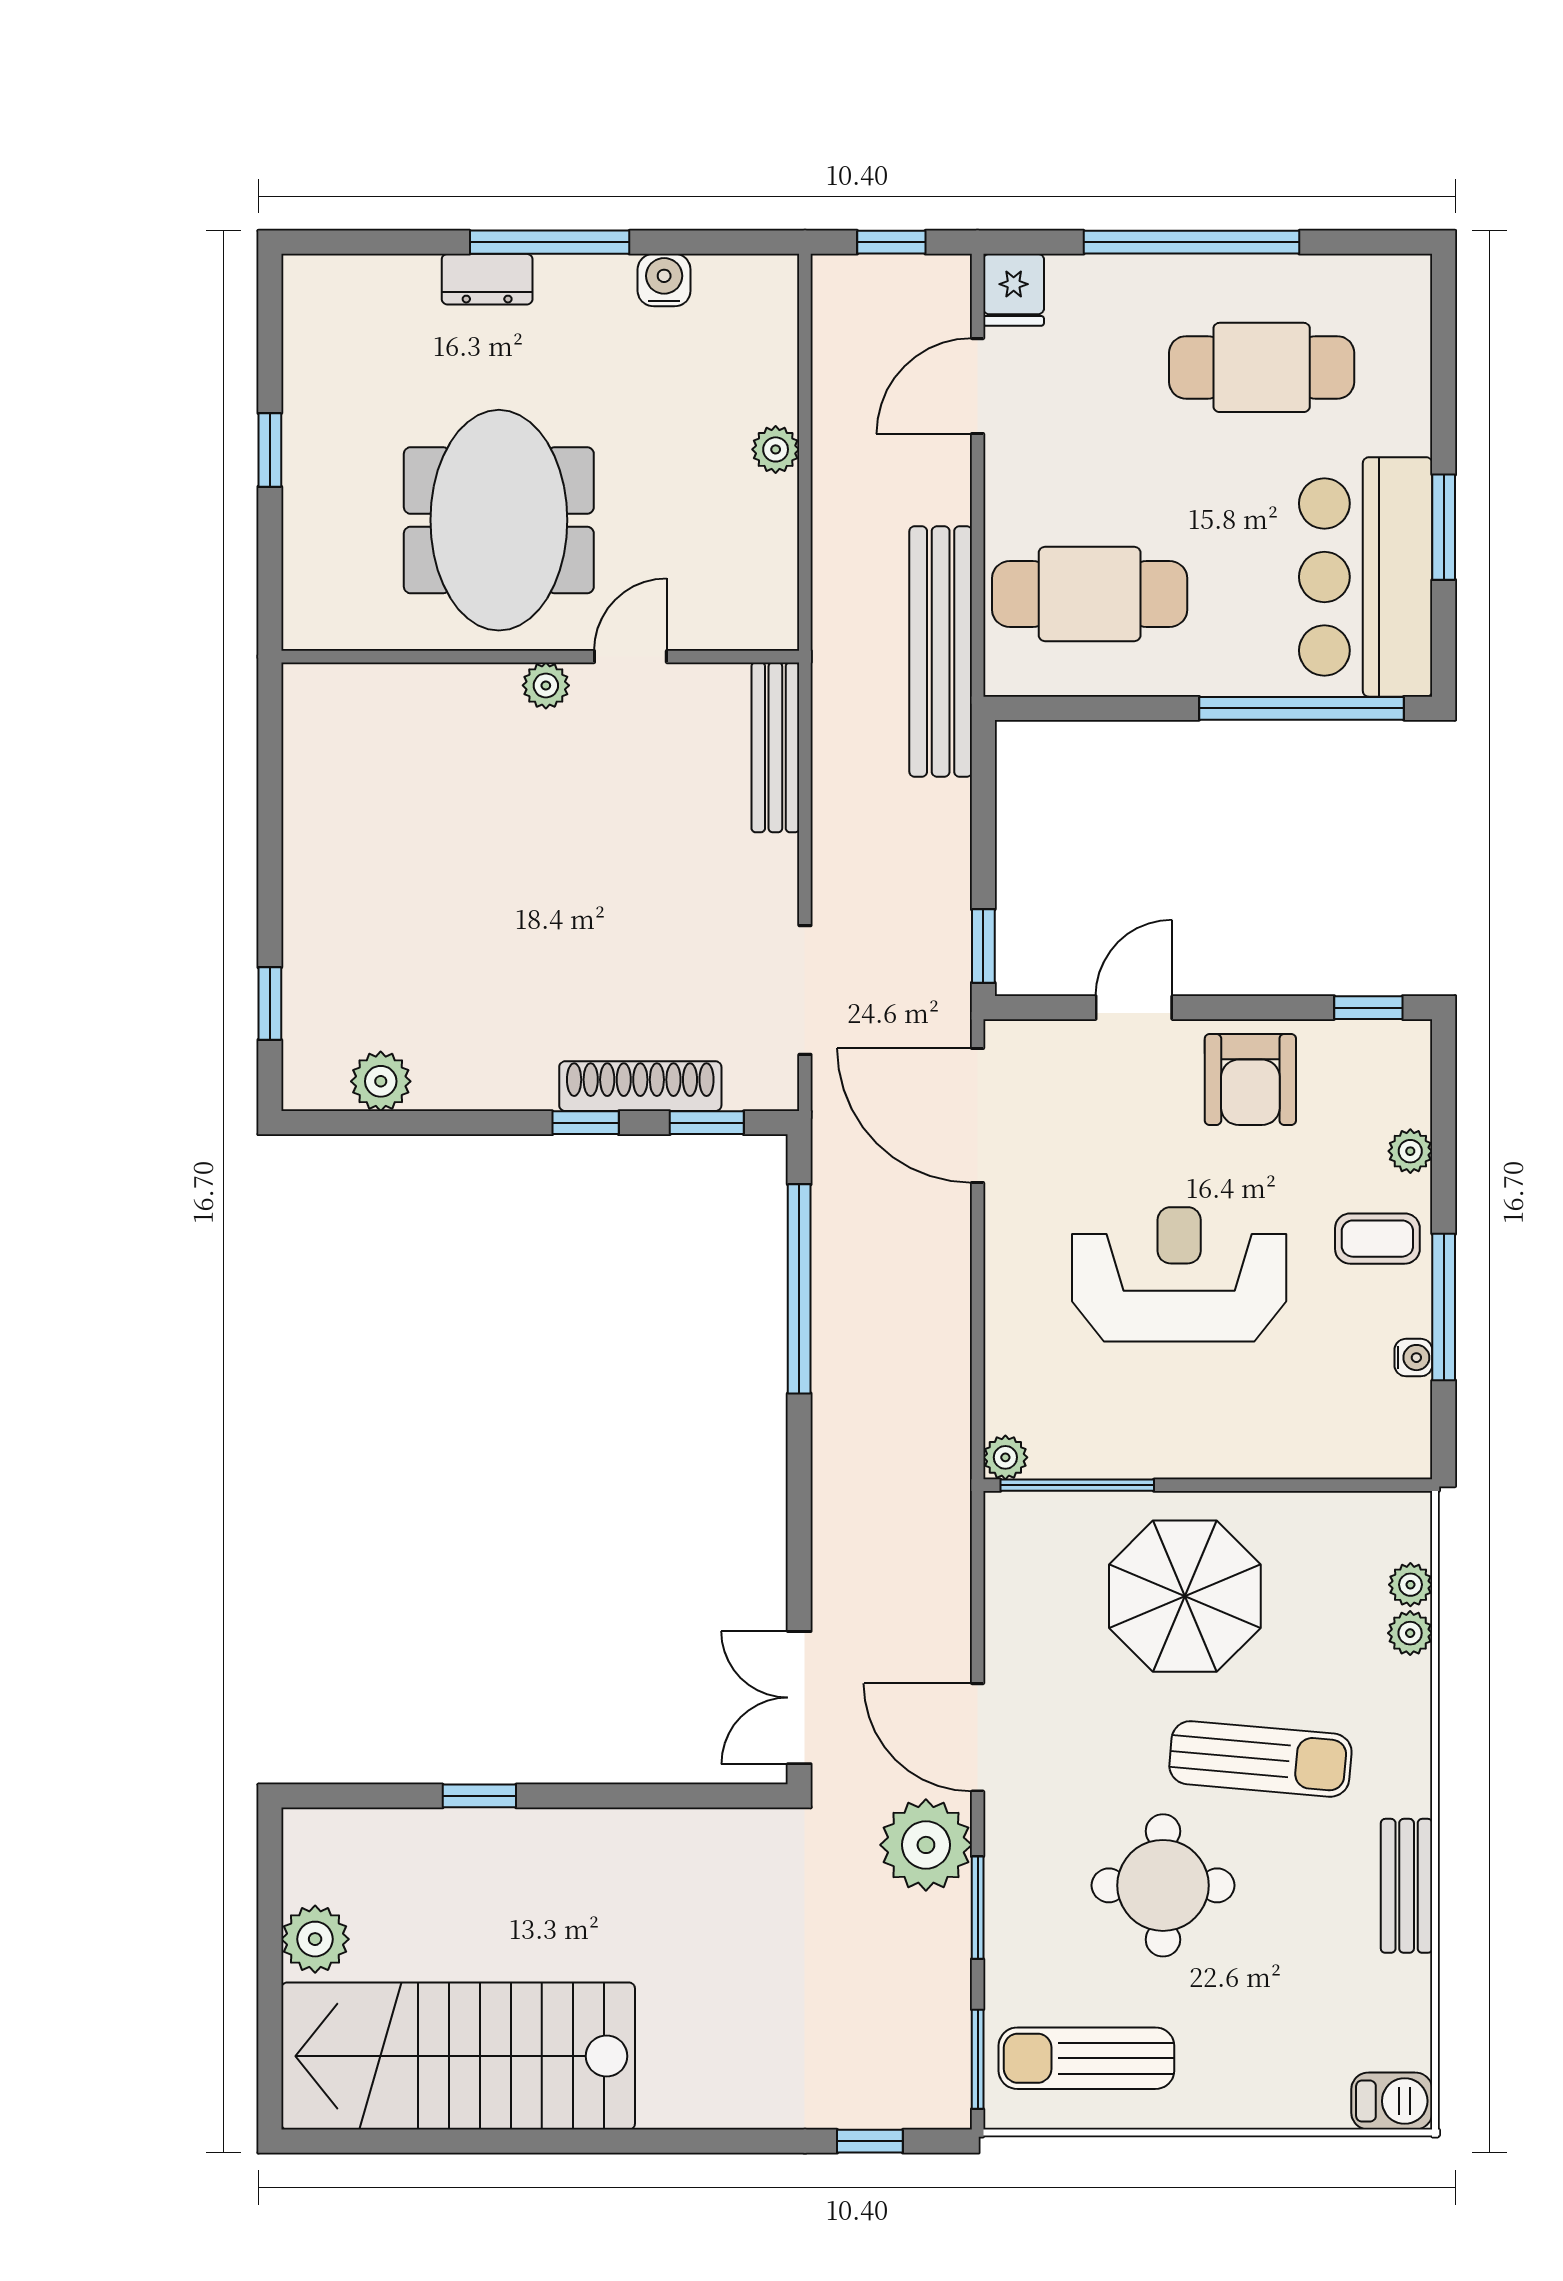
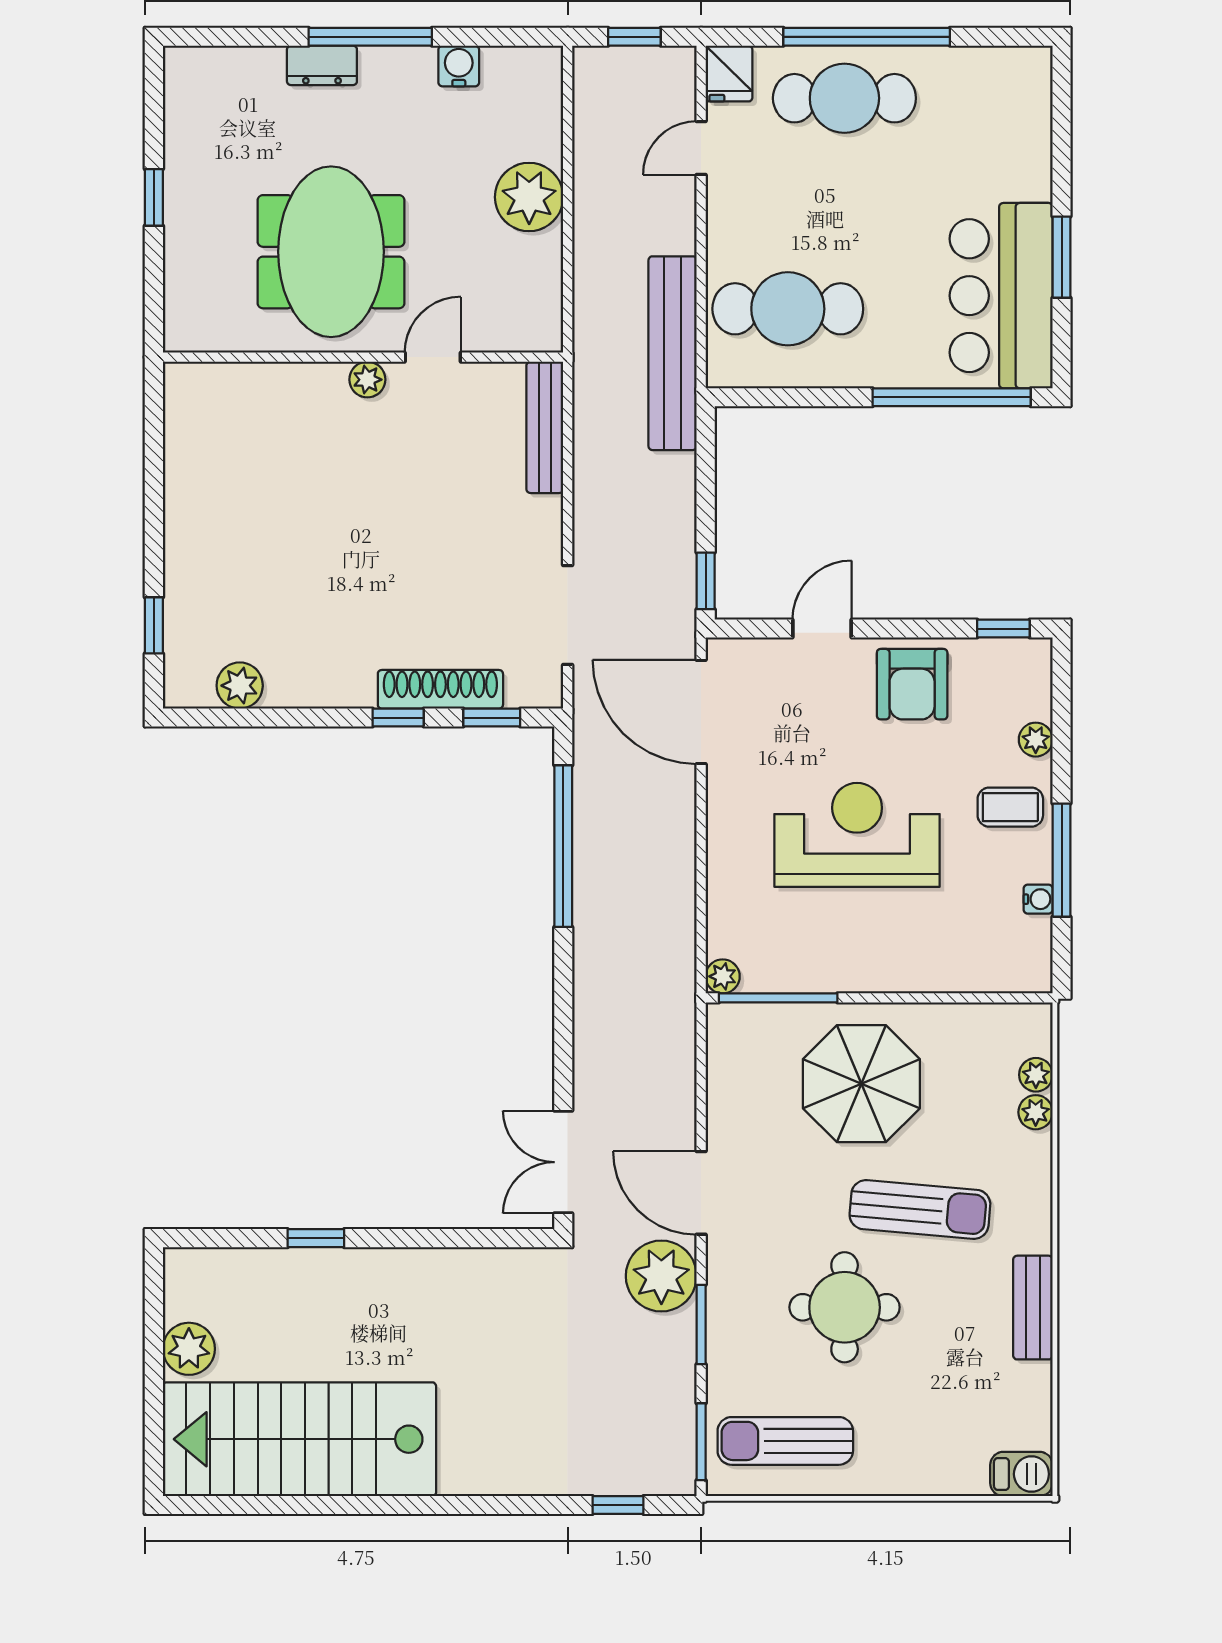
cafe table: (1262, 367) -> (844, 98), moved
door: (978, 386) -> (701, 148), width x0.73
plant: (776, 449) -> (529, 197), width x1.87, depth x1.87

